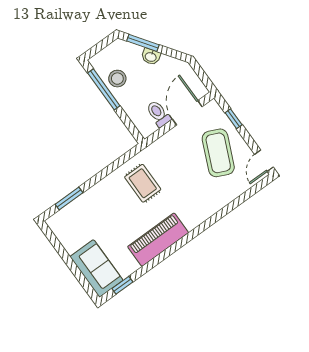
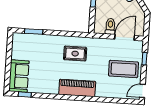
coffee table: (218, 153) -> (123, 69), turned 66
rug: (143, 183) -> (75, 54), turned 90
piano: (158, 240) -> (77, 88), moved

